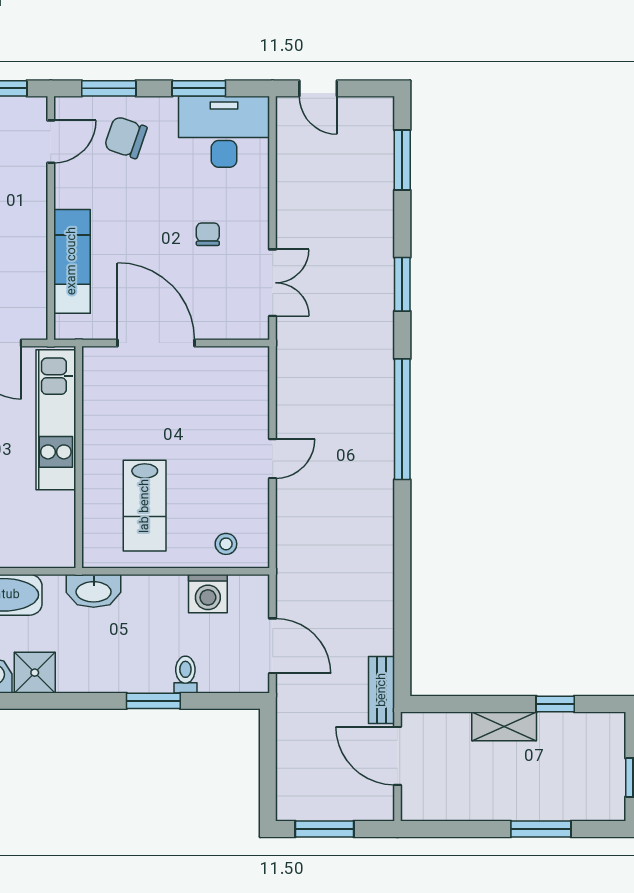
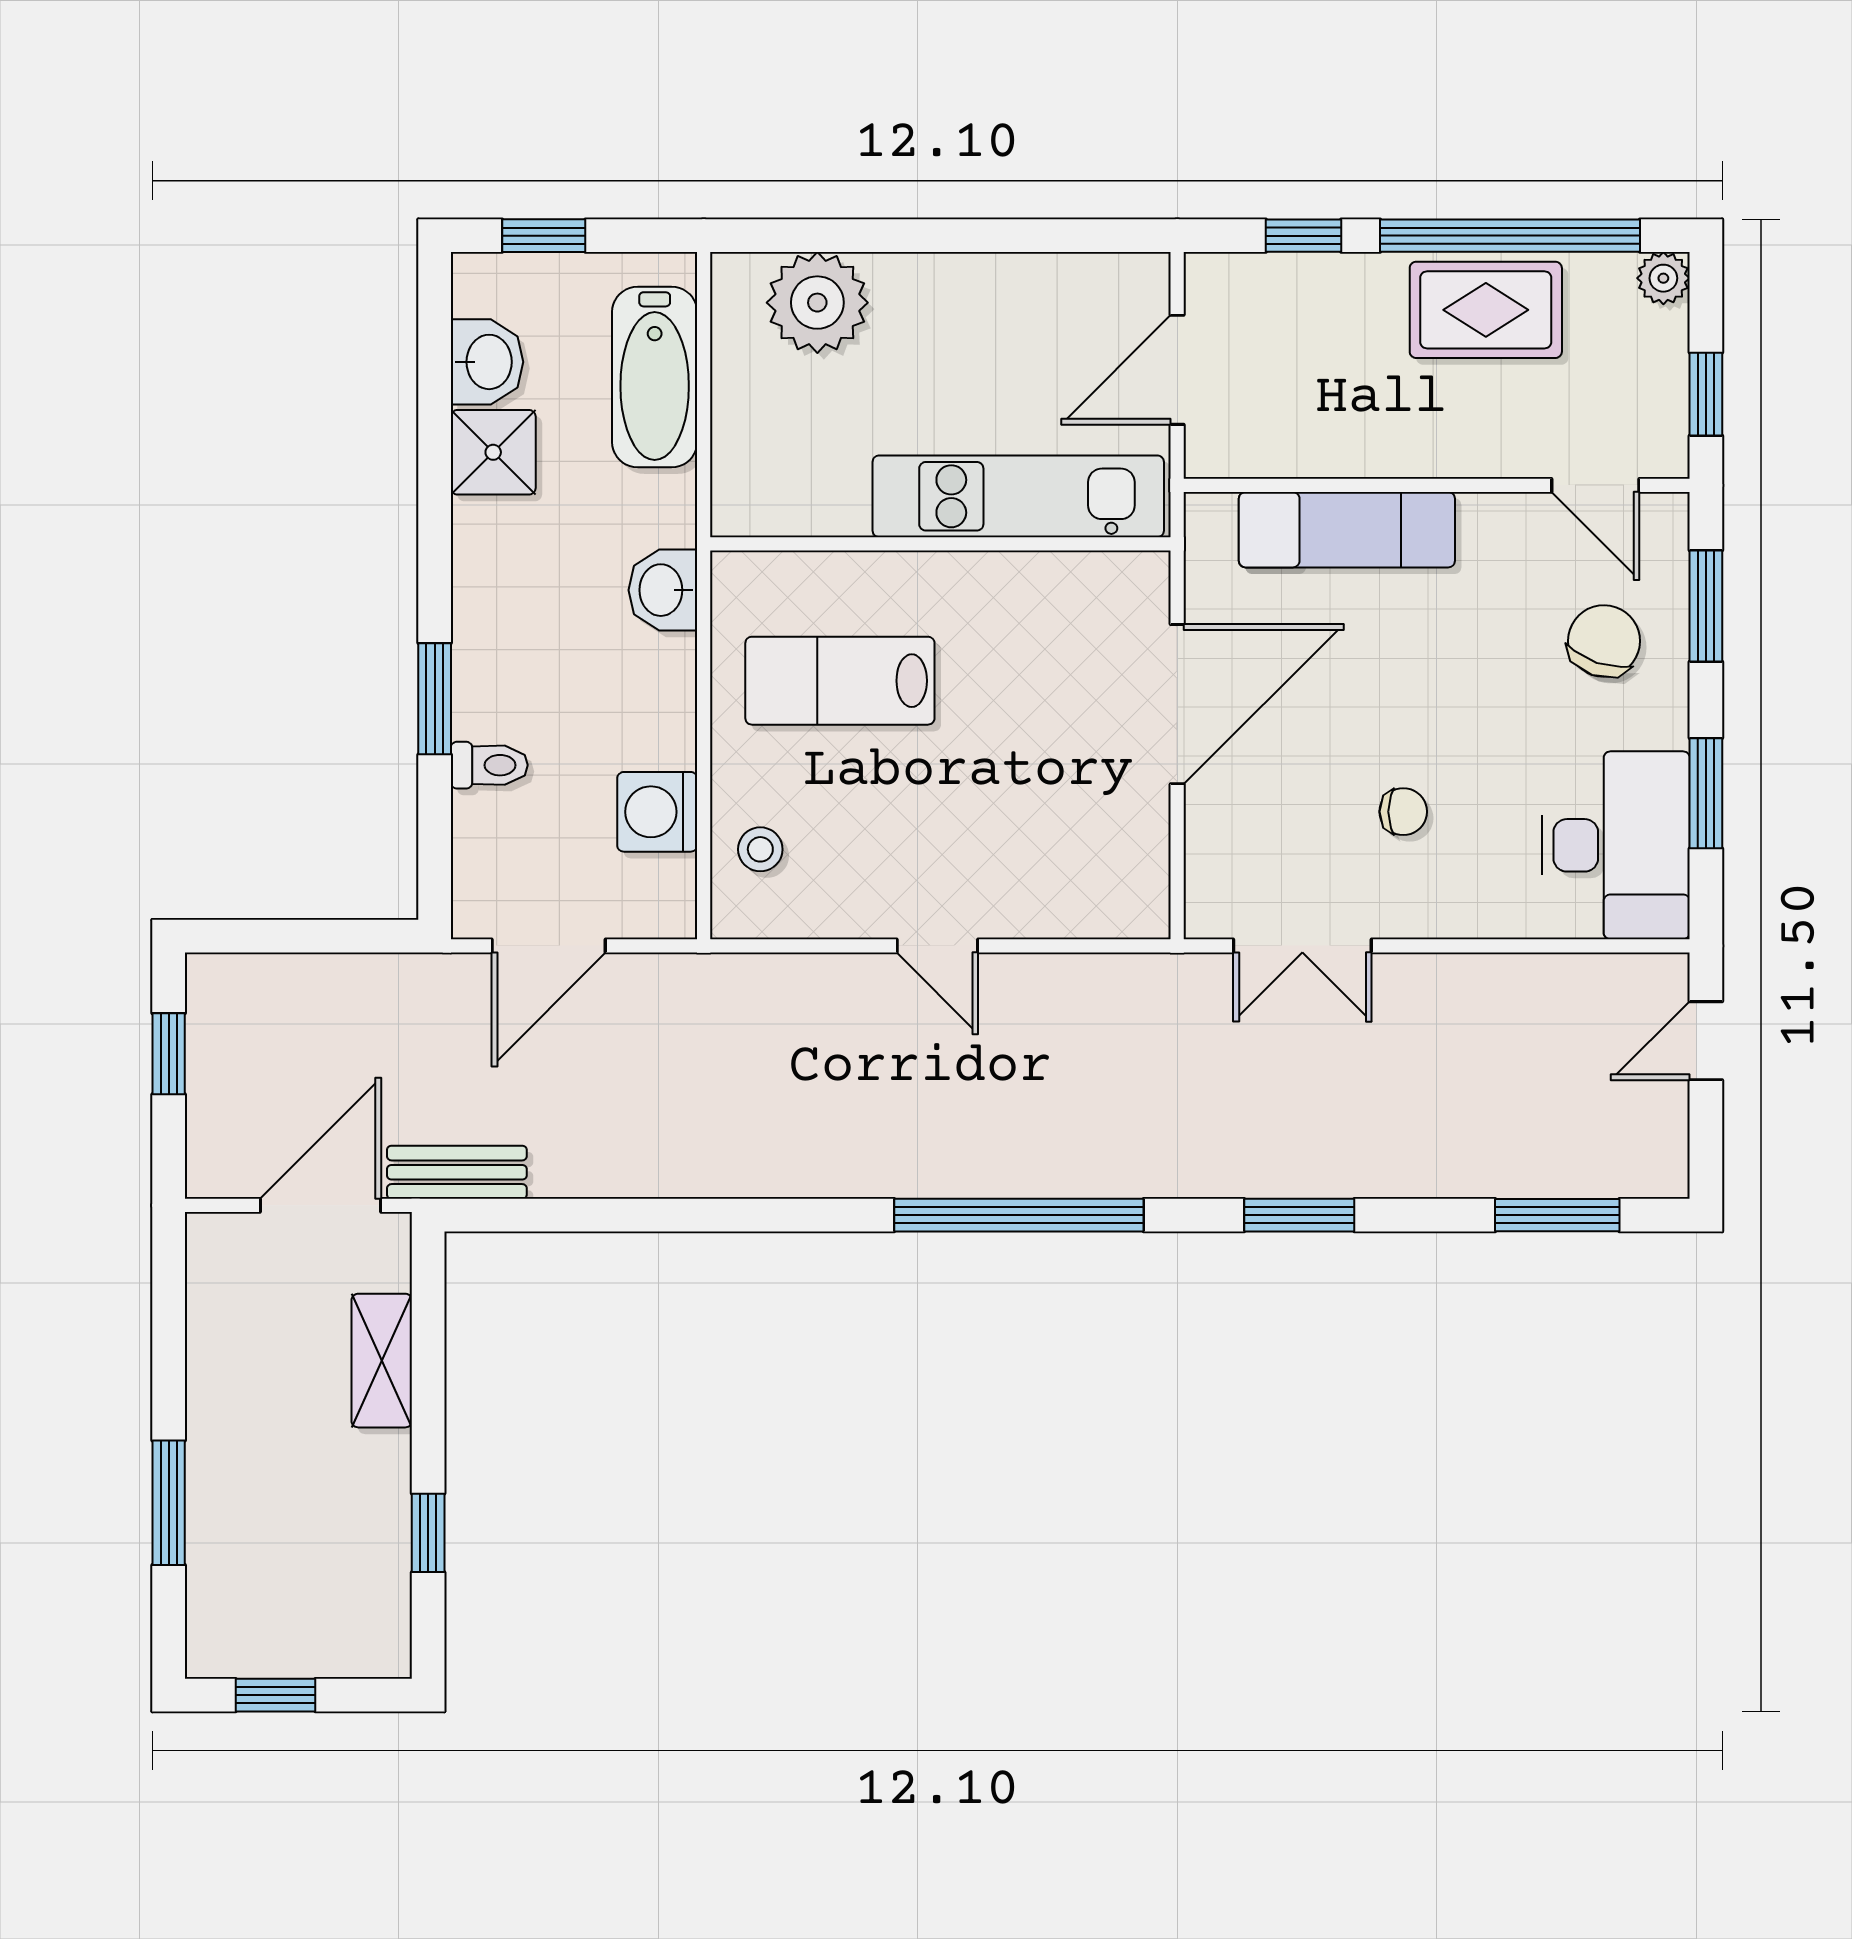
washbasin: (94, 591) -> (663, 590), width x0.72
shelving: (504, 726) -> (382, 1361), moved
window: (324, 829) -> (169, 1054), width x0.67

